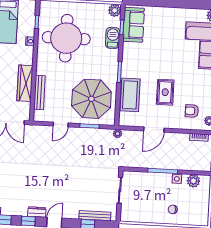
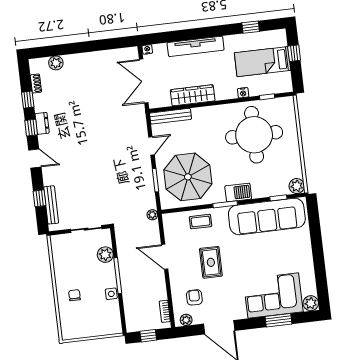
sofa: (134, 25) -> (267, 216), width x1.85, depth x1.27
barbecue: (113, 38) -> (238, 192), moved
rug: (165, 92) -> (211, 262), turned 90
bench: (40, 93) -> (171, 116), moved
coffee table: (130, 95) -> (201, 222), width x0.54, depth x0.58
door: (61, 124) -> (151, 146), swing flipped
plant: (193, 181) -> (105, 255), moved
dresser: (37, 212) -> (42, 123), moved

